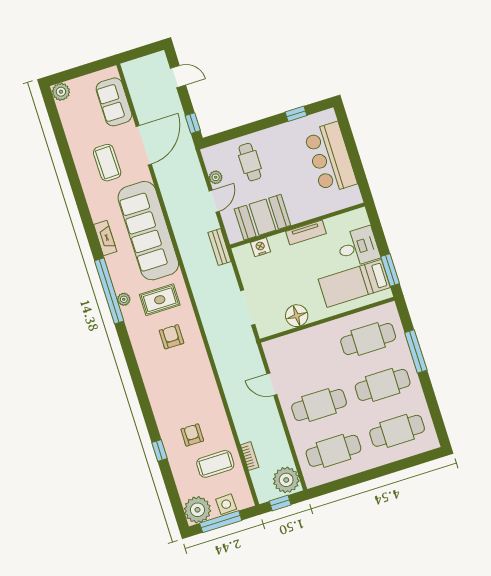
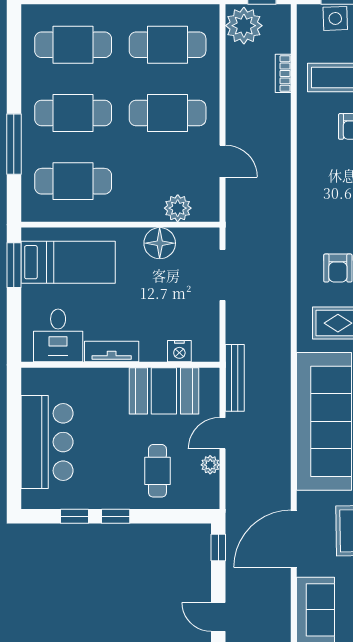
window: (268, 122) -> (116, 516), added
bench: (220, 247) -> (235, 378), width x1.36
desk: (358, 247) -> (58, 335), moved, turned -90
plant: (292, 343) -> (178, 208), added

